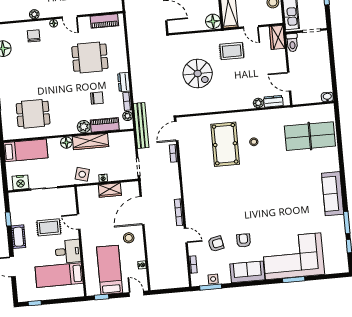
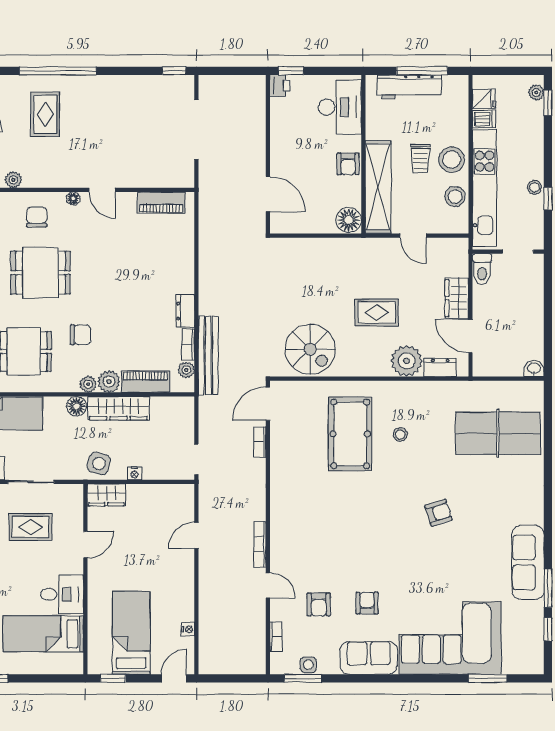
plant: (34, 14) -> (13, 180), moved
wardrobe: (277, 37) -> (457, 298), moved
rug: (232, 51) -> (377, 313), moved
dining table: (90, 58) -> (41, 273), moved
spiral stairs: (198, 73) -> (310, 349), moved
chair: (97, 98) -> (81, 335), moved
plant: (258, 103) -> (407, 361), width x1.87, depth x1.87
bench: (141, 125) -> (208, 355), moved
plant: (72, 129) -> (88, 384), added
armchair: (280, 185) -> (439, 513), added
wardrobe: (110, 190) -> (106, 495), moved
sofa: (333, 194) -> (528, 562), moved
door: (142, 210) -> (196, 535), width x0.53
door: (79, 222) -> (85, 545), swing flipped
rug: (49, 227) -> (31, 527), moved
stool: (129, 238) -> (169, 580), removed
armchair: (216, 244) -> (319, 604), turned 102
window: (294, 280) -> (488, 678), moved
door: (137, 294) -> (174, 678), hinge flipped

